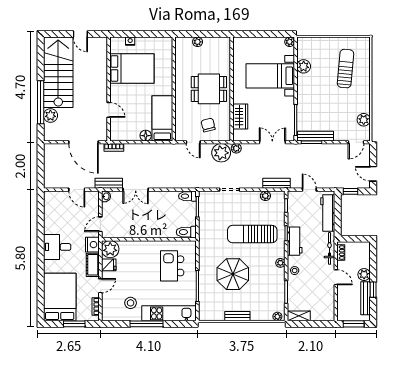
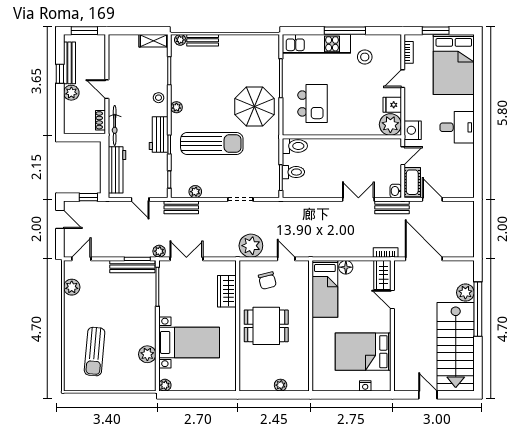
wardrobe: (117, 129) -> (382, 275), added
double door: (272, 142) -> (186, 259), swing flipped
plant: (236, 148) -> (159, 251), moved
toilet: (187, 196) -> (293, 172), moved
cot: (93, 265) -> (412, 182), moved
parasol: (233, 274) -> (254, 106), moved
bench: (237, 316) -> (203, 40), moved

